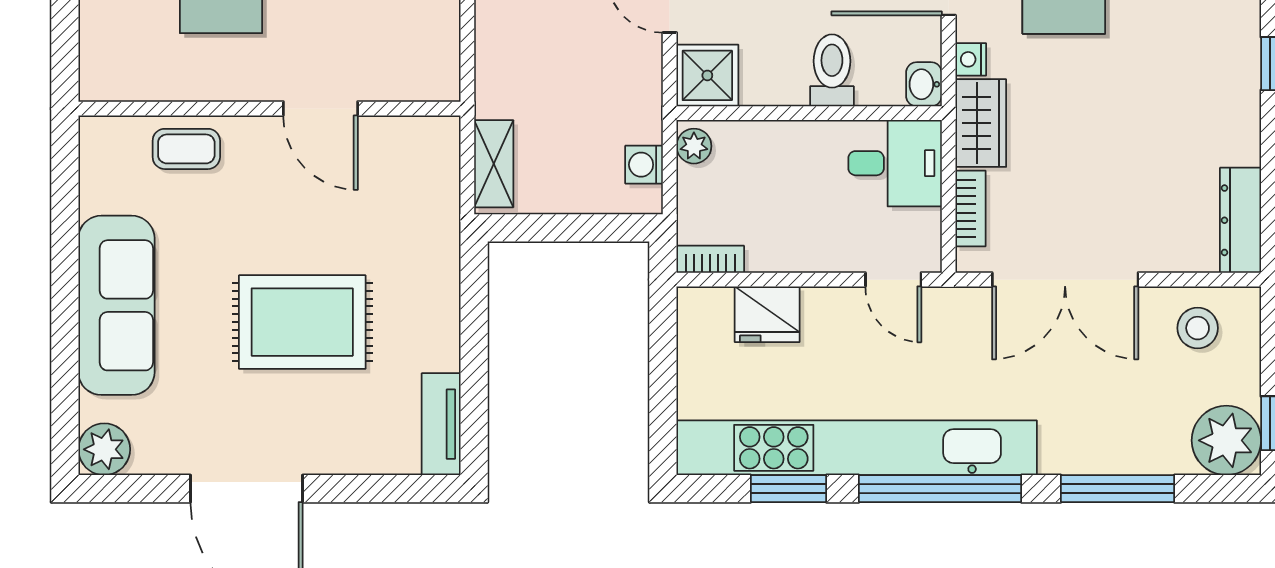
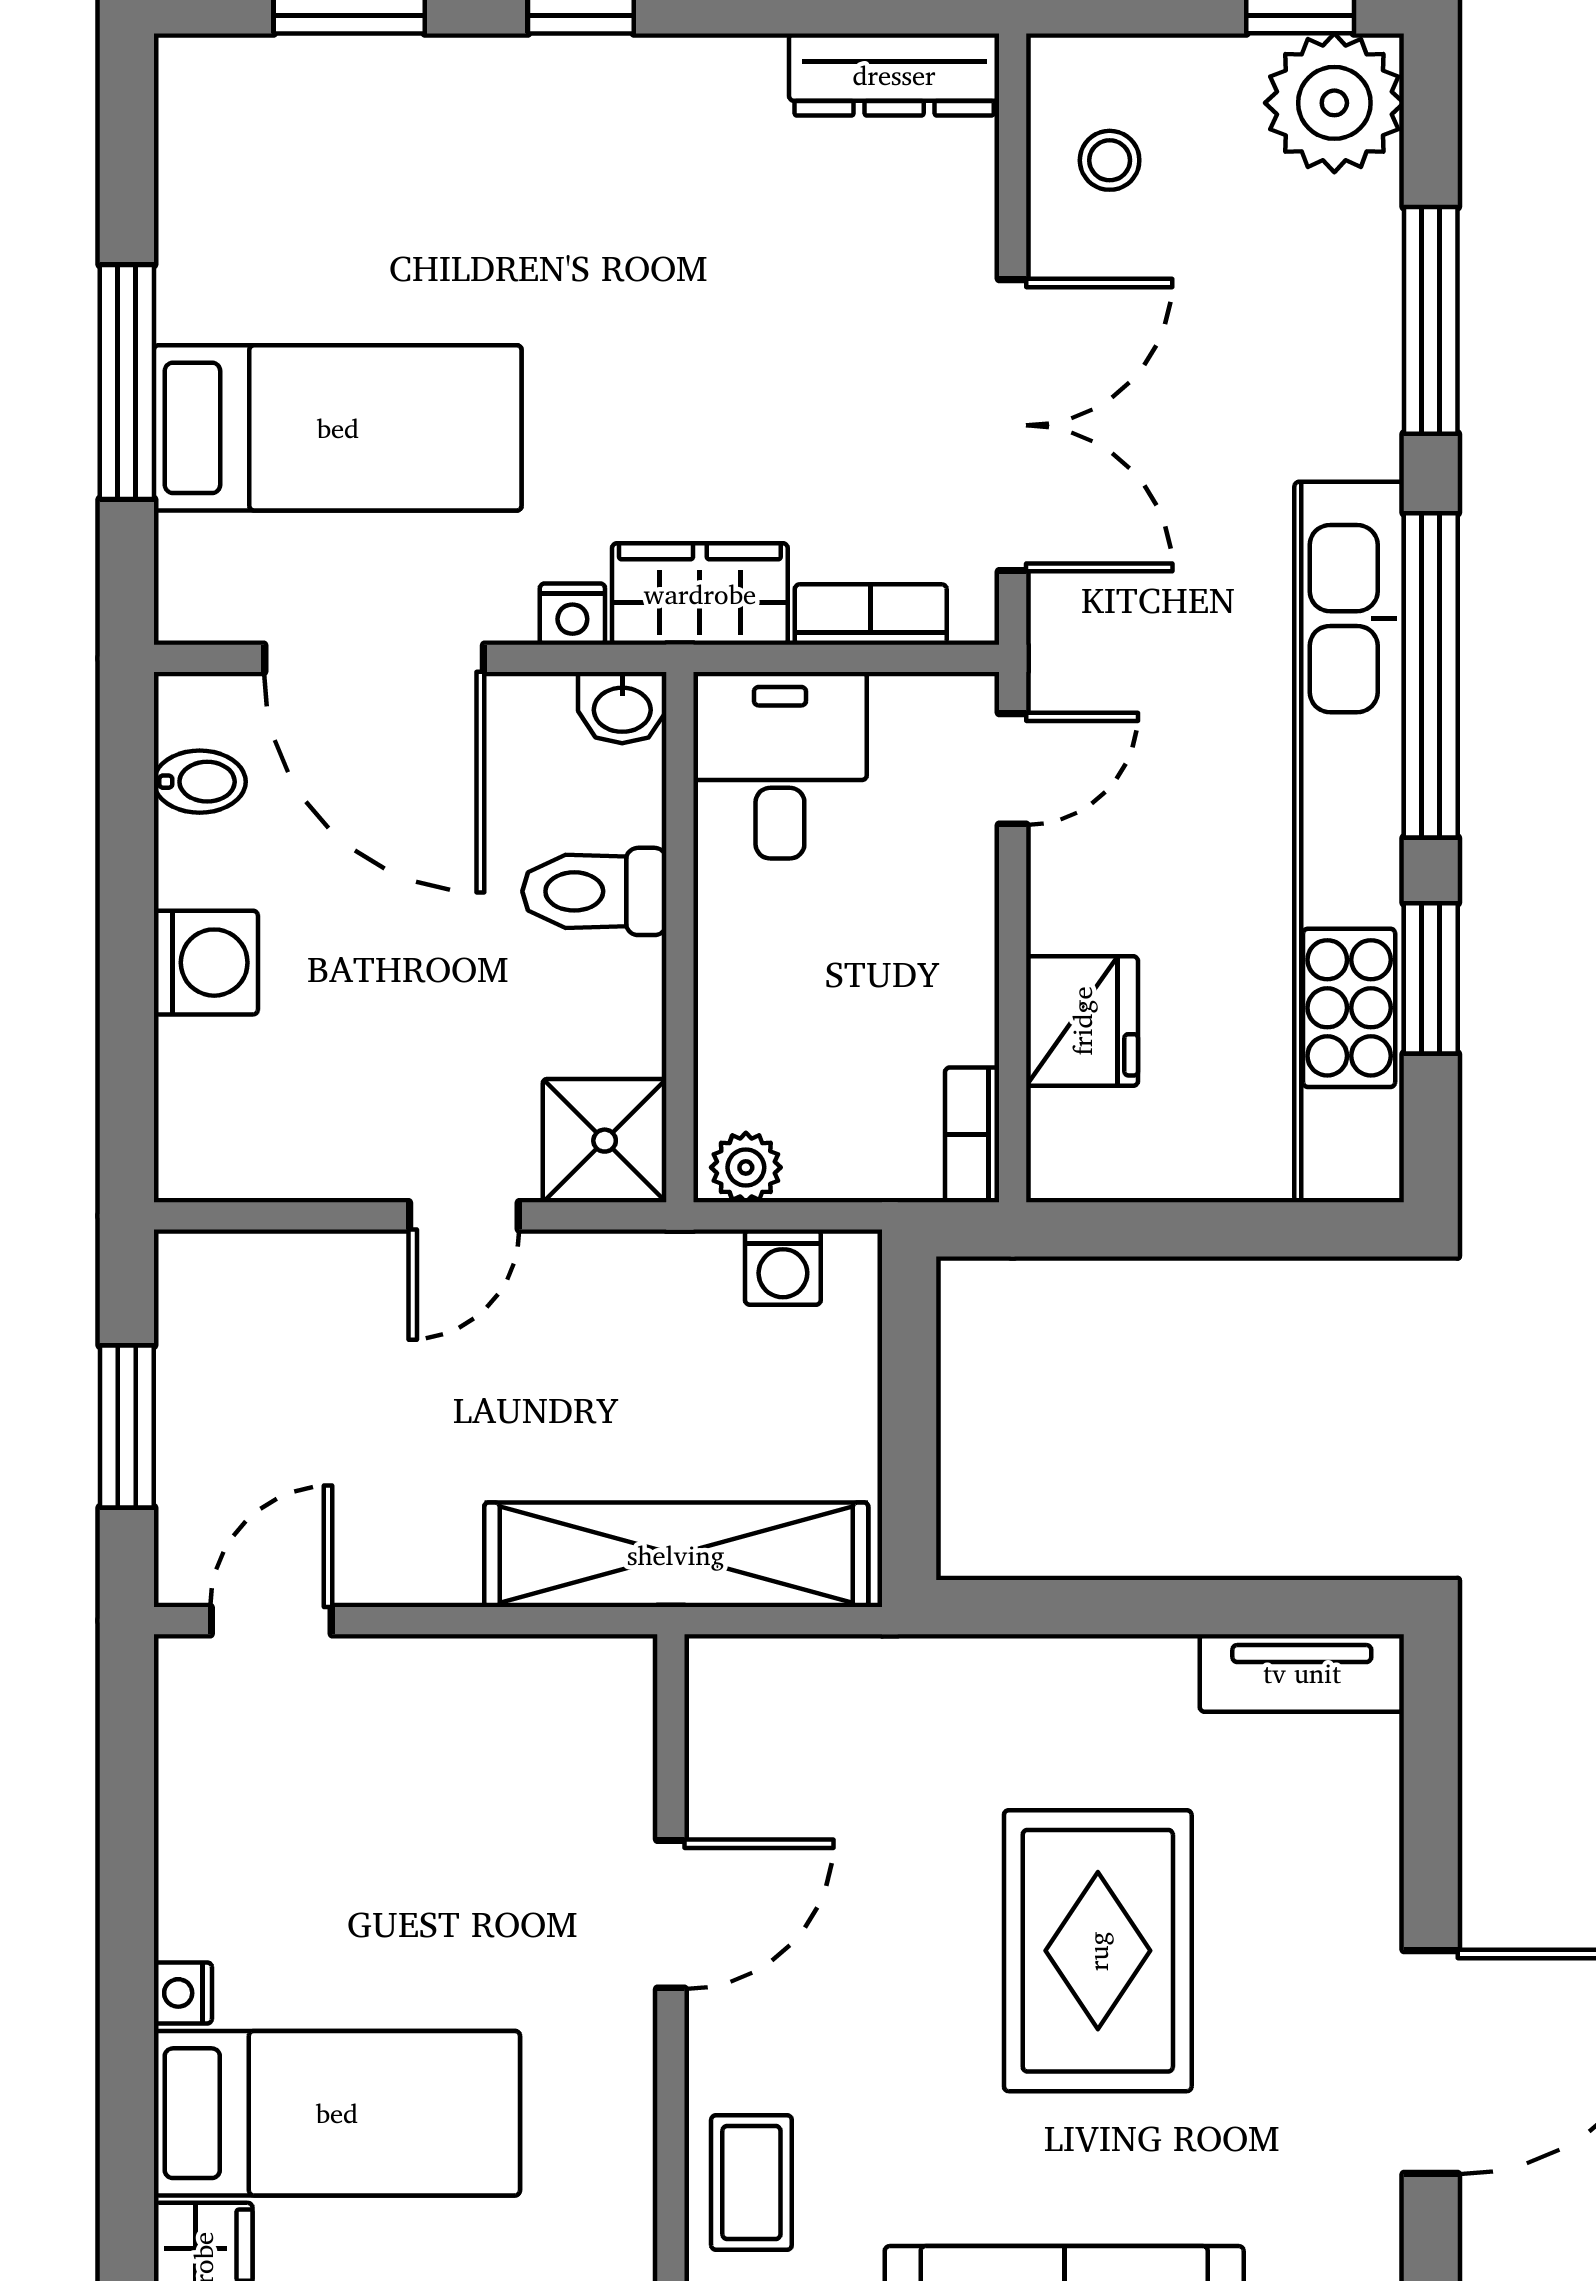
shelving: (494, 164) -> (676, 1555), width x2.20, depth x1.33
stool: (1198, 328) -> (1110, 160), width x0.73, depth x0.73

